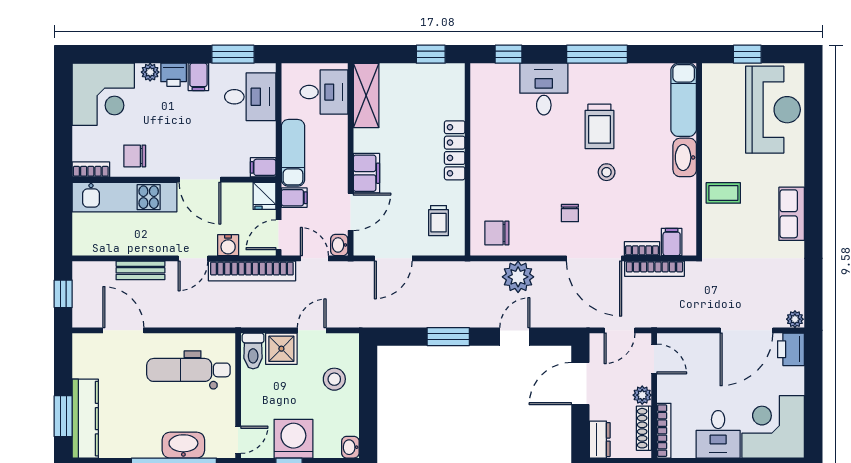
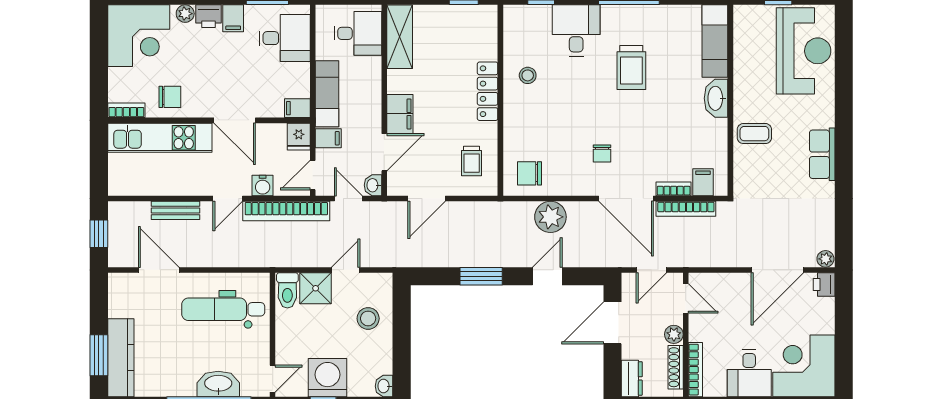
chair: (135, 156) -> (170, 97), turned 180
stool: (607, 172) -> (528, 75), moved
printer: (791, 349) -> (824, 285), width x0.73, depth x0.81

